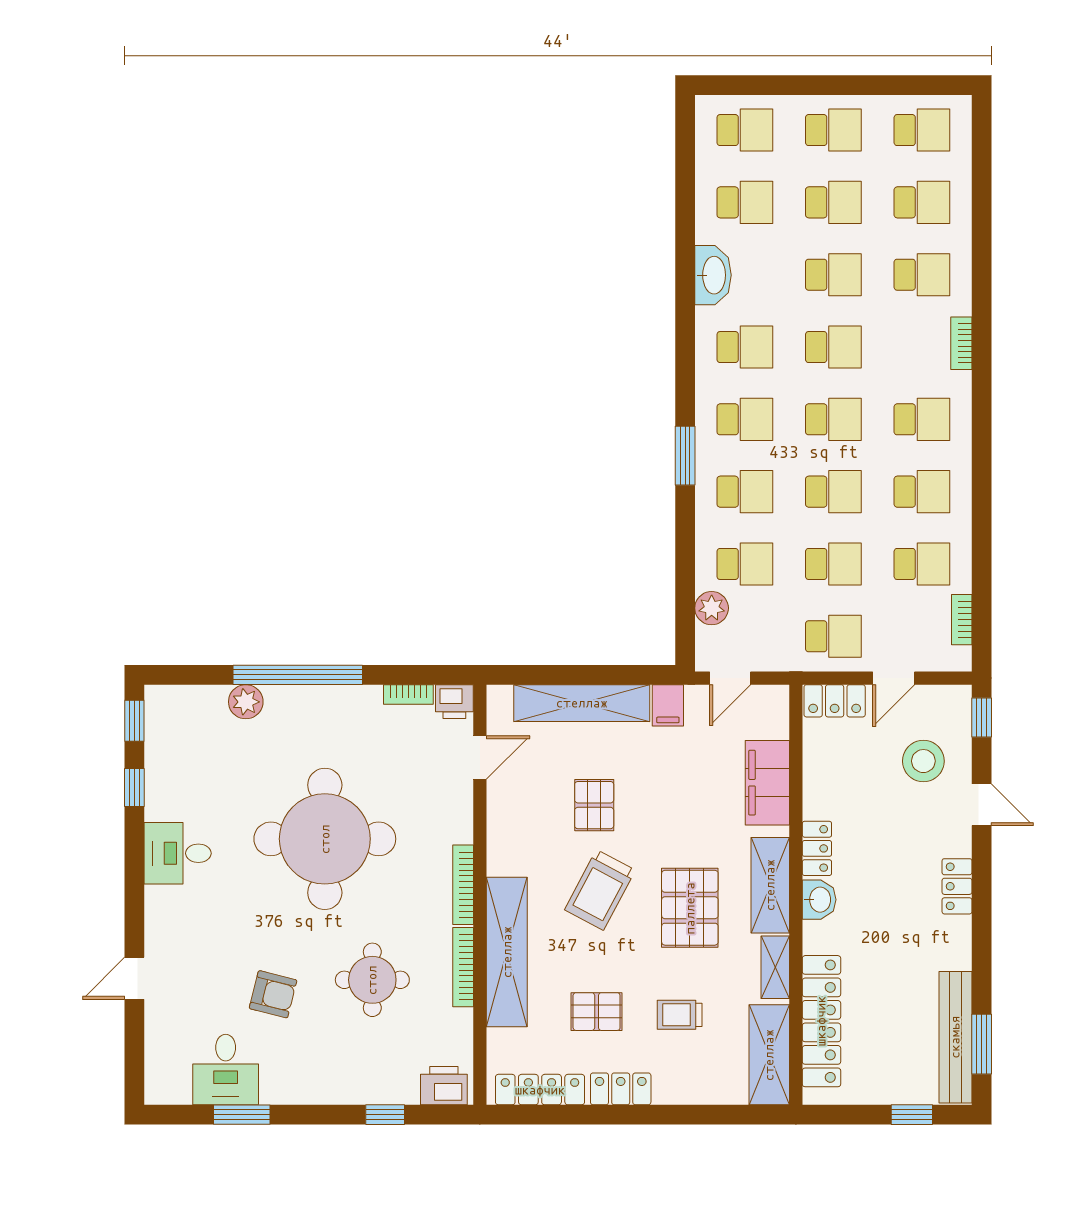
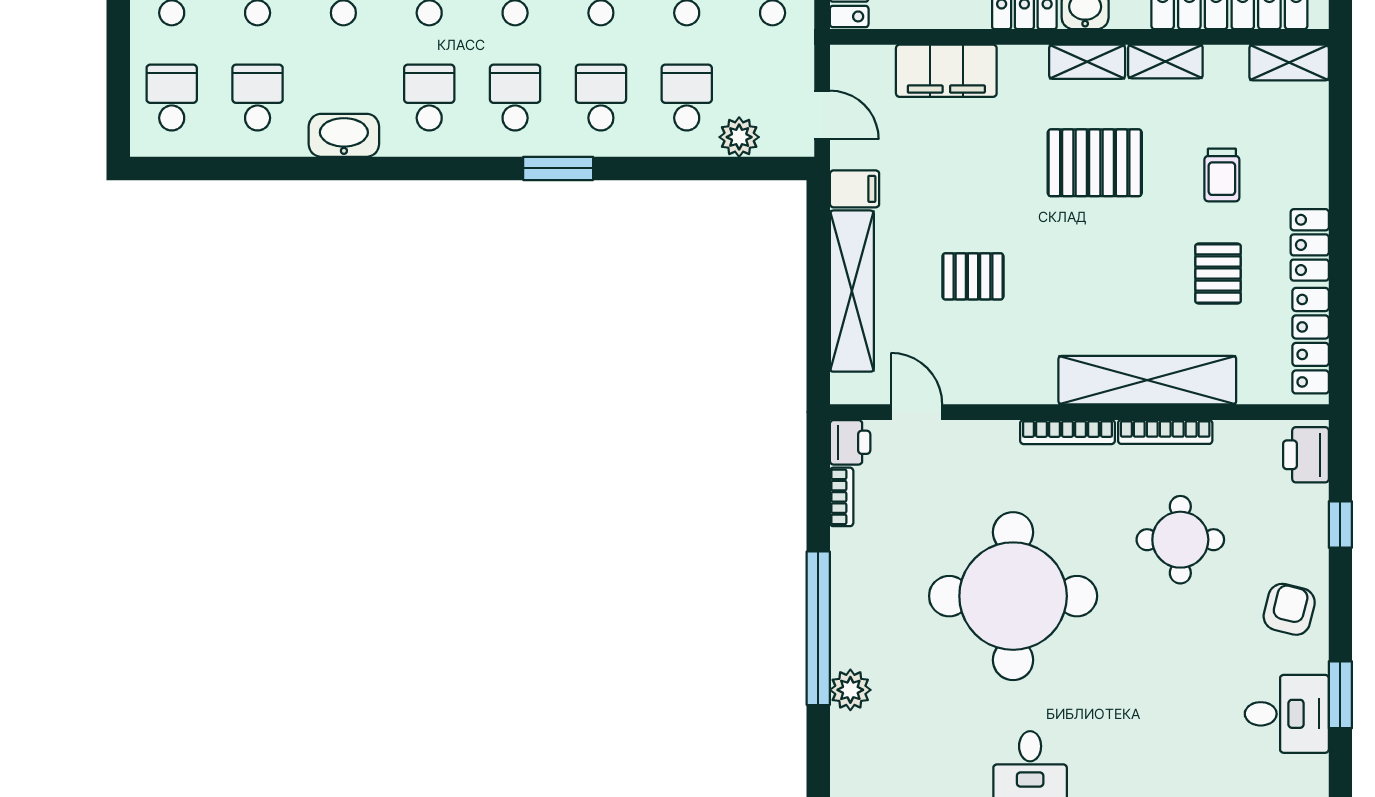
shelving: (770, 885) -> (1087, 62), width x0.67, depth x0.75
trolley: (600, 890) -> (1074, 269), removed
armchair: (273, 994) -> (1289, 609), moved
shelving: (769, 1055) -> (1289, 63), width x0.67, depth x0.75

